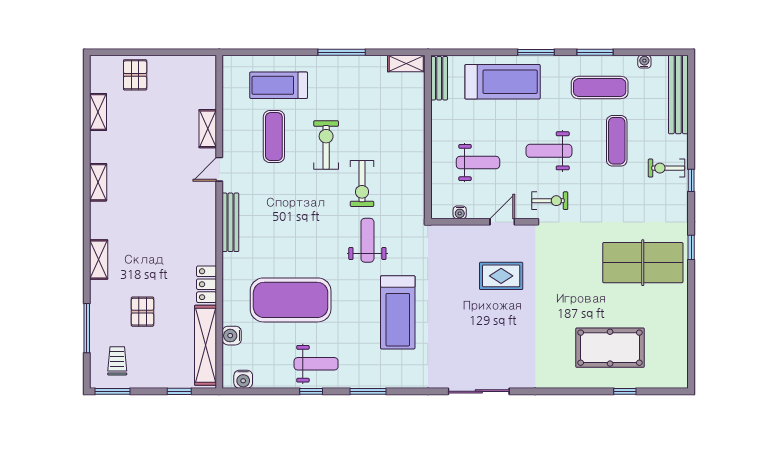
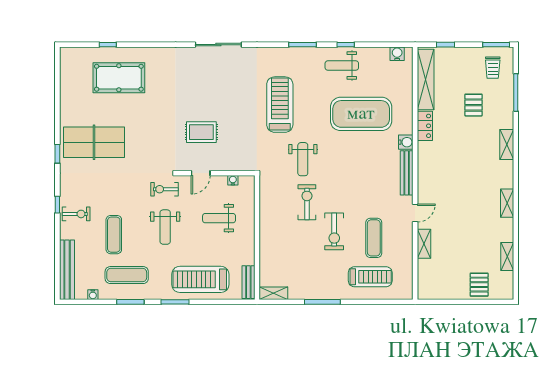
weight bench: (549, 151) -> (165, 227), turned 90
water cooler: (232, 336) -> (406, 142), moved

